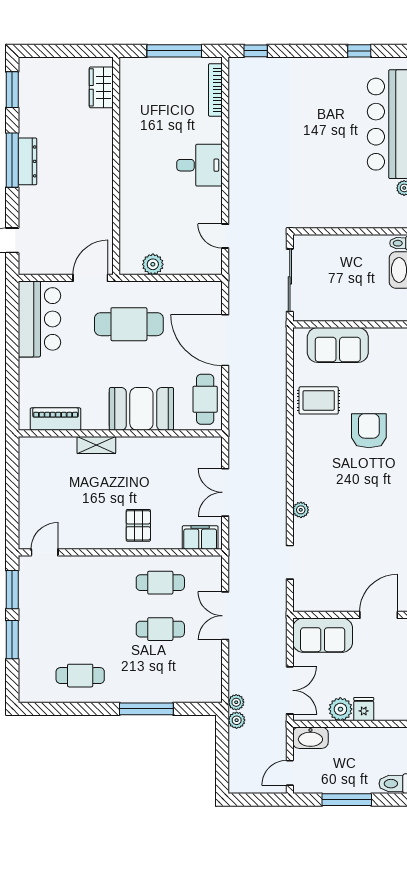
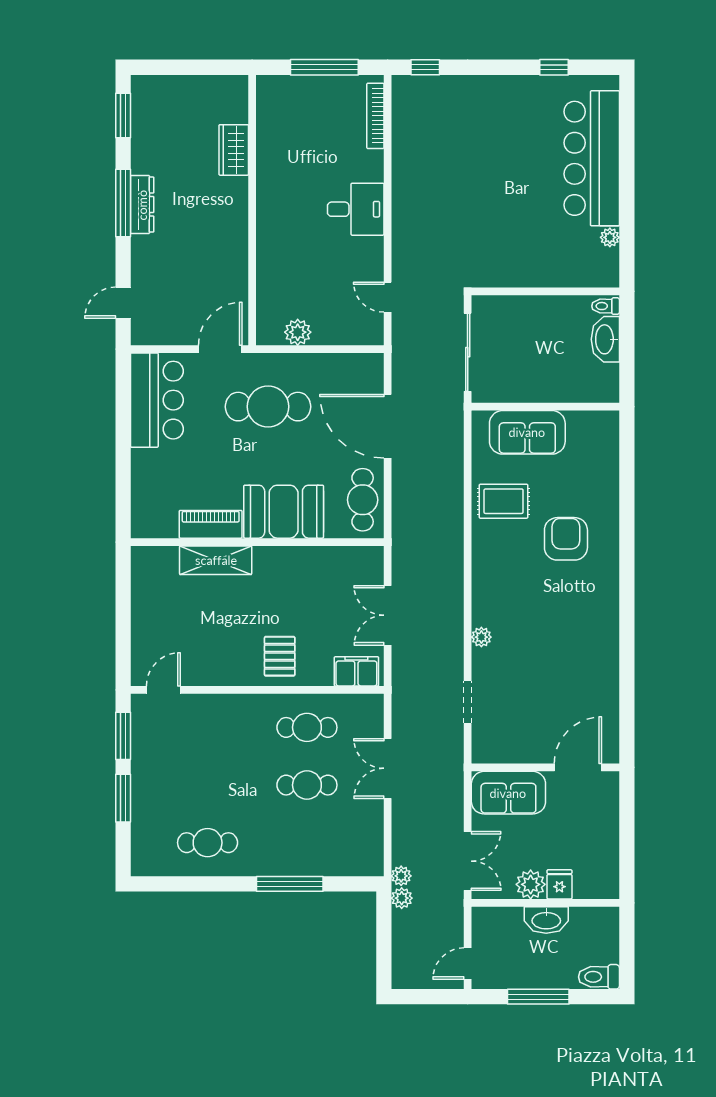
wardrobe: (101, 87) -> (234, 150), moved
piano: (56, 419) -> (211, 524), moved
shelving: (96, 445) -> (216, 560), width x1.50, depth x1.33
washbasin: (310, 738) -> (546, 920), moved

